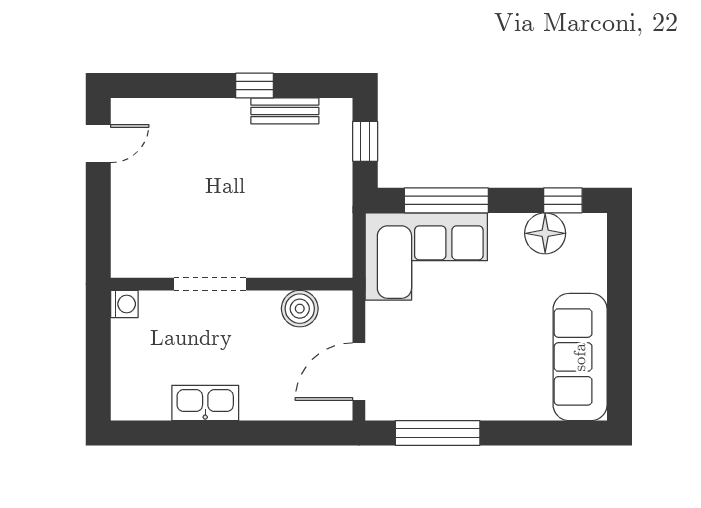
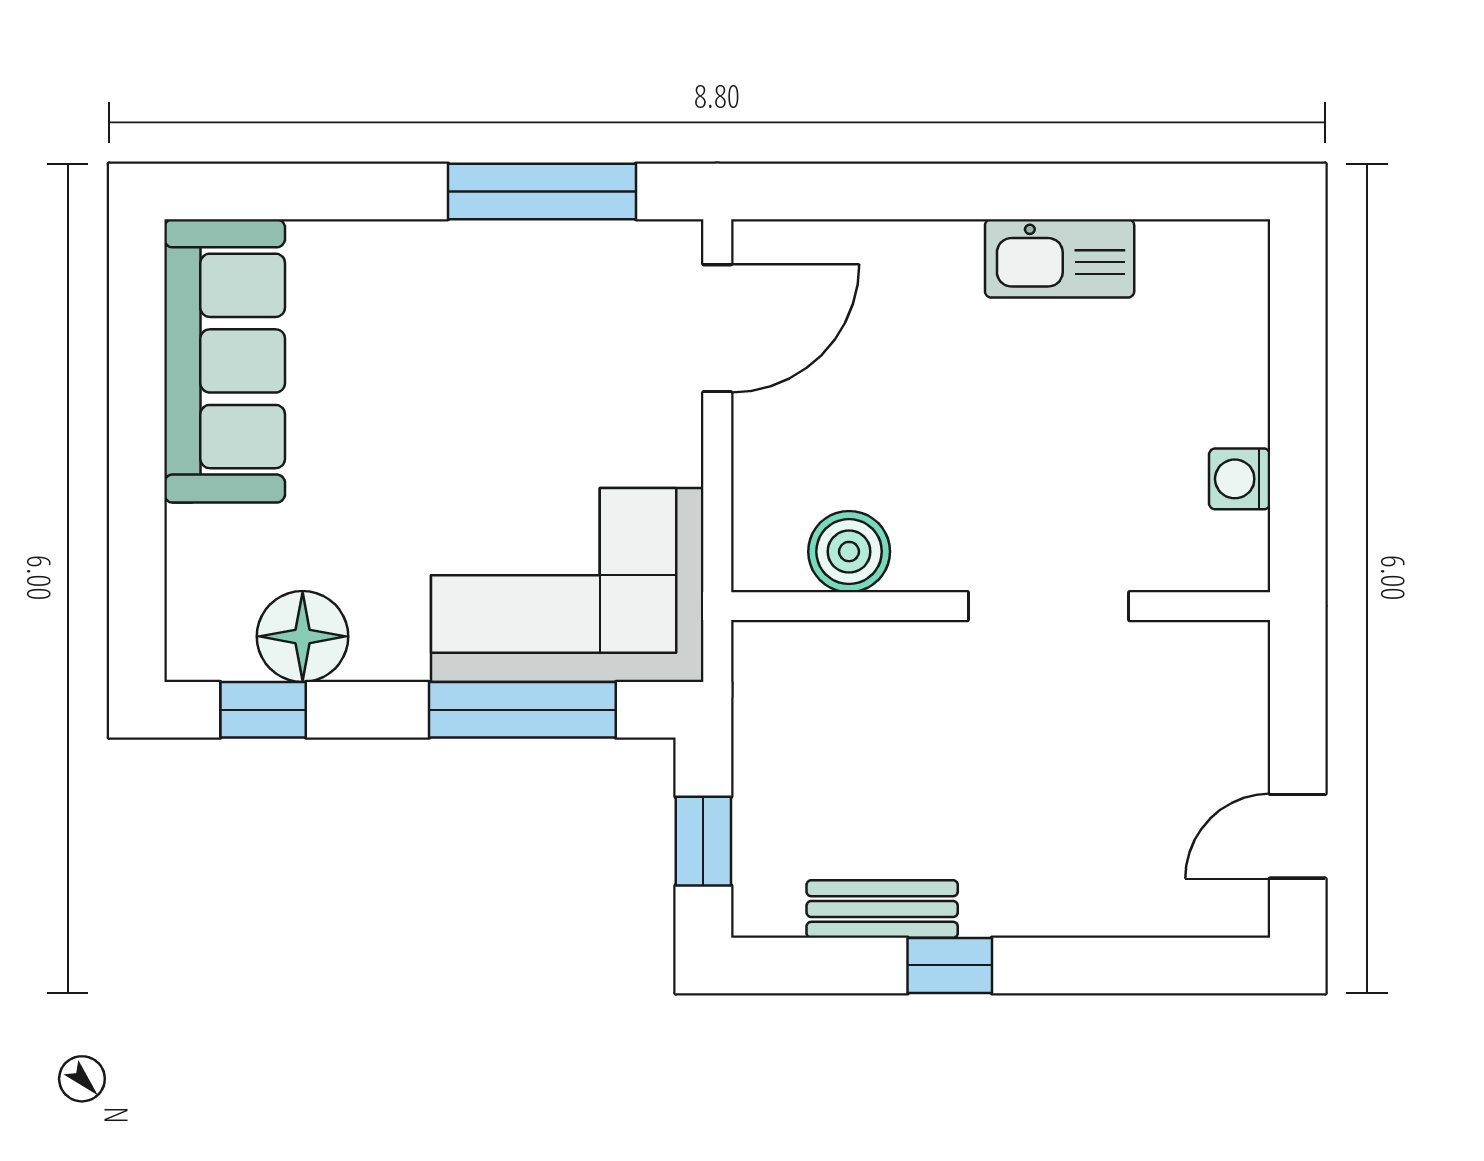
doorway: (210, 284) -> (1048, 606), moved
wall: (232, 284) -> (1001, 606), moved
boiler: (300, 309) -> (849, 552), moved

